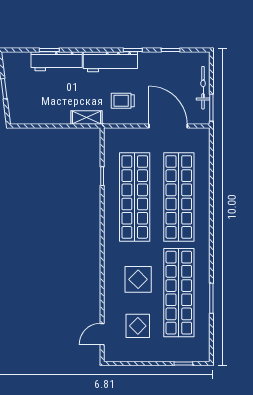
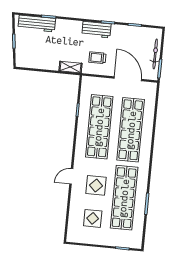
workbench: (57, 61) -> (37, 24), moved
workbench: (110, 62) -> (96, 30), width x0.73
door: (102, 334) -> (71, 176), moved

